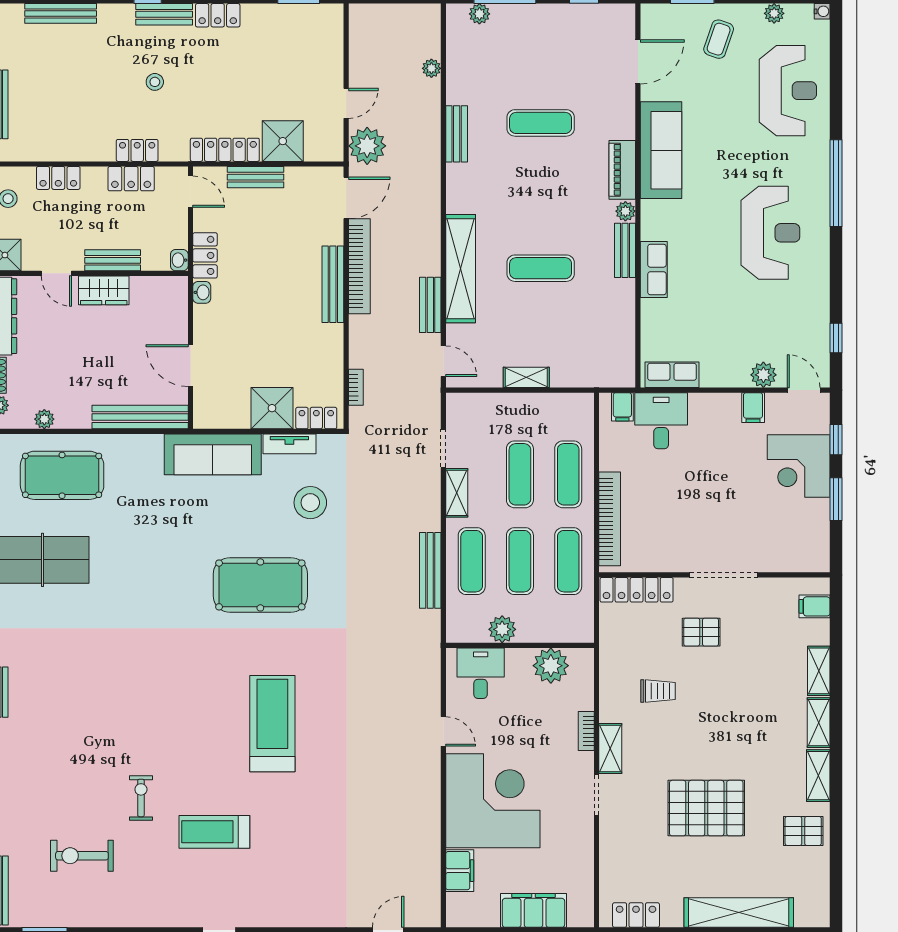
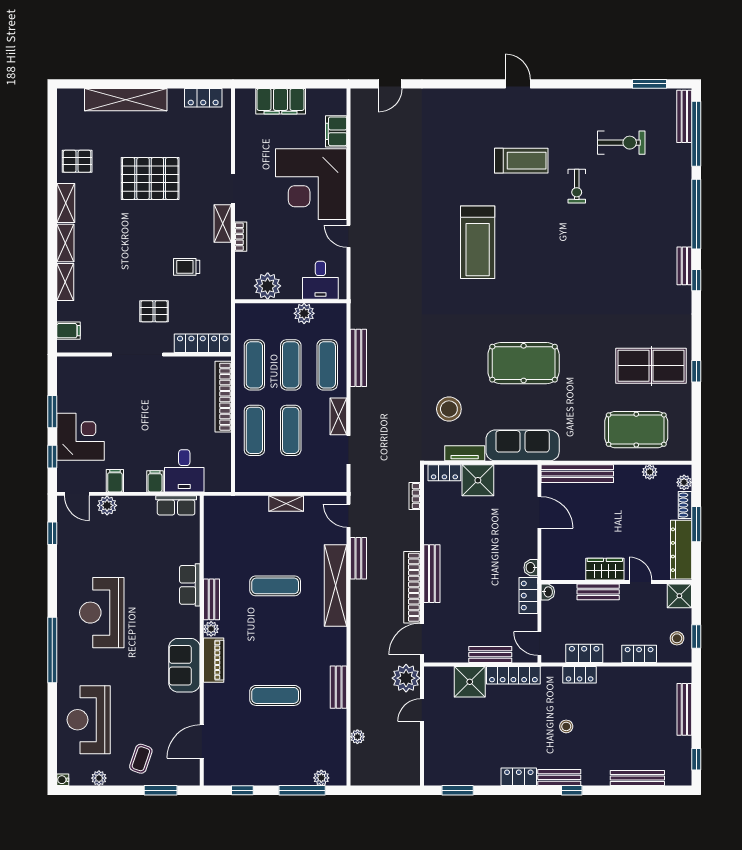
sofa: (661, 150) -> (184, 665), width x0.73
filing cabinet: (622, 407) -> (155, 481), moved
pool table: (260, 585) -> (524, 363), moved

